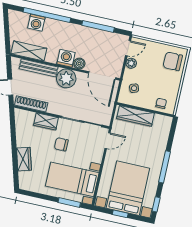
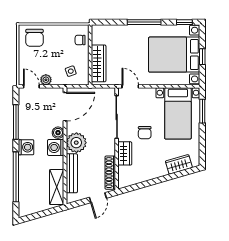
washing machine: (36, 23) -> (26, 147), moved
wardrobe: (24, 159) -> (179, 164), moved

